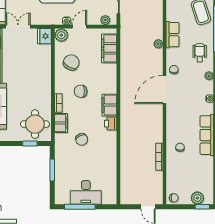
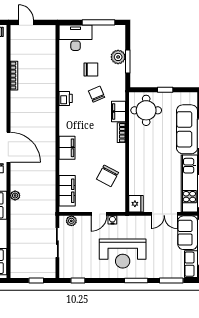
plant: (61, 35) -> (118, 57), moved
door: (165, 89) -> (8, 147), hinge flipped
chair: (81, 91) -> (91, 70), moved
filing cabinet: (109, 105) -> (67, 148), moved
printer: (111, 124) -> (66, 98), moved
window: (30, 143) -> (165, 90), moved
desk: (86, 192) -> (76, 38), moved

